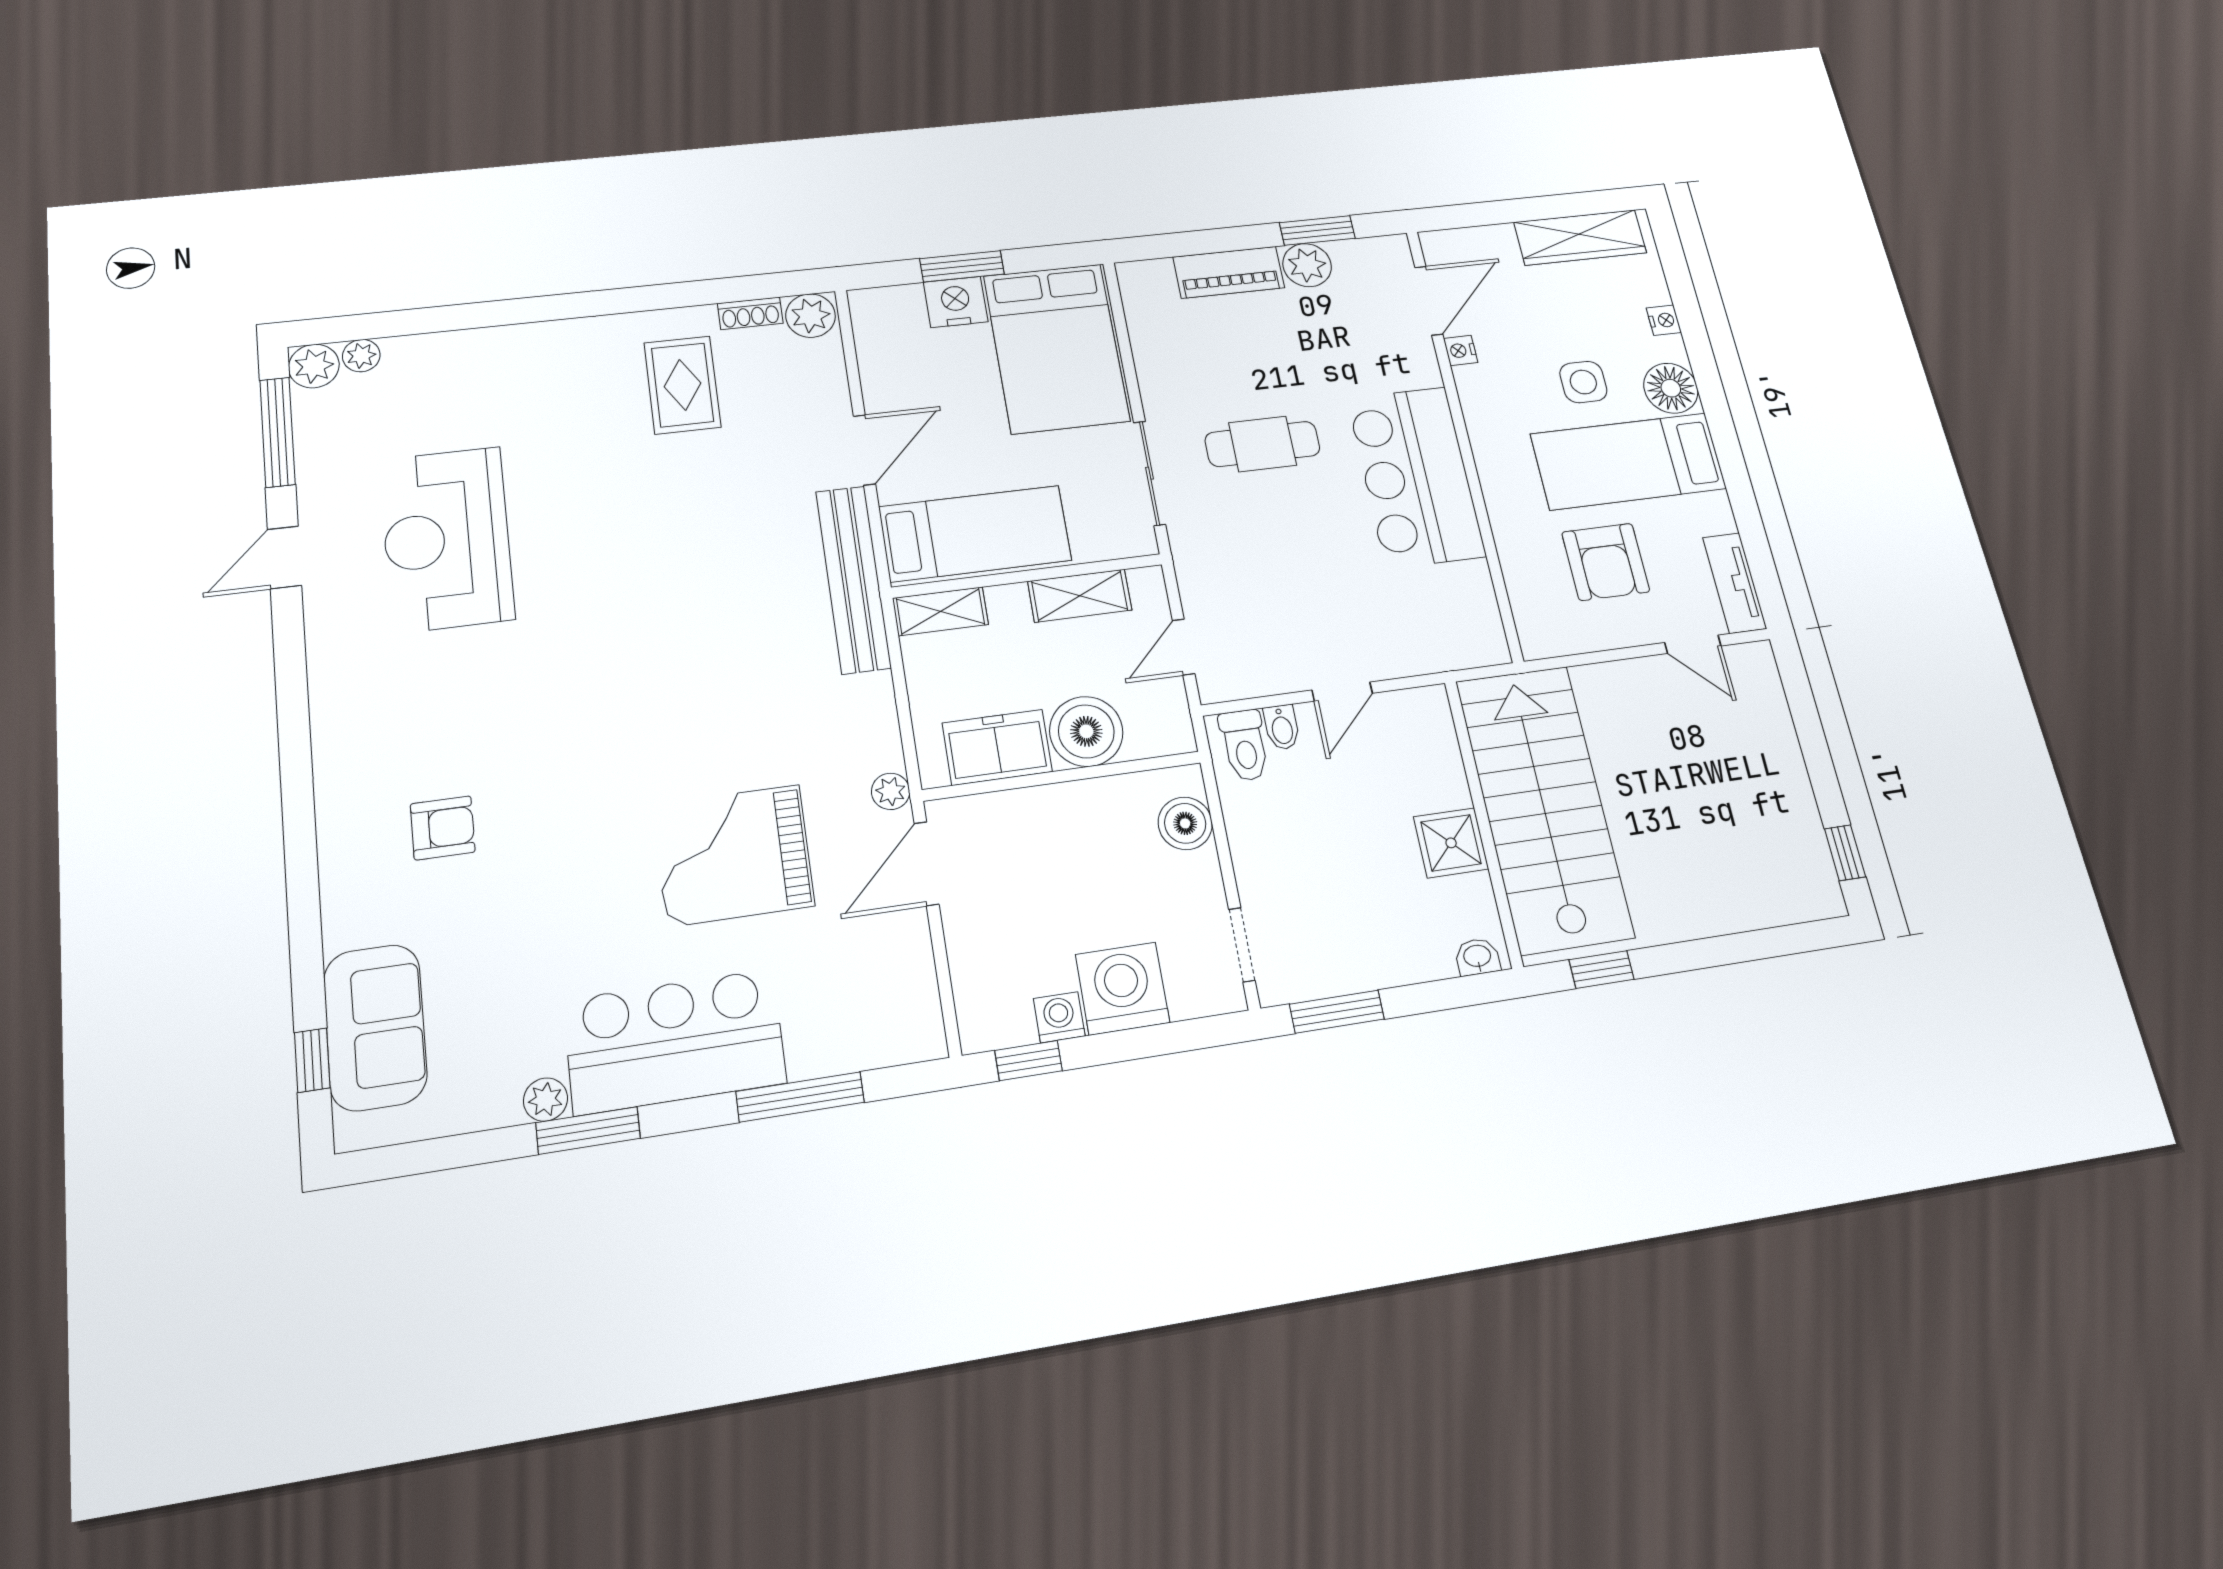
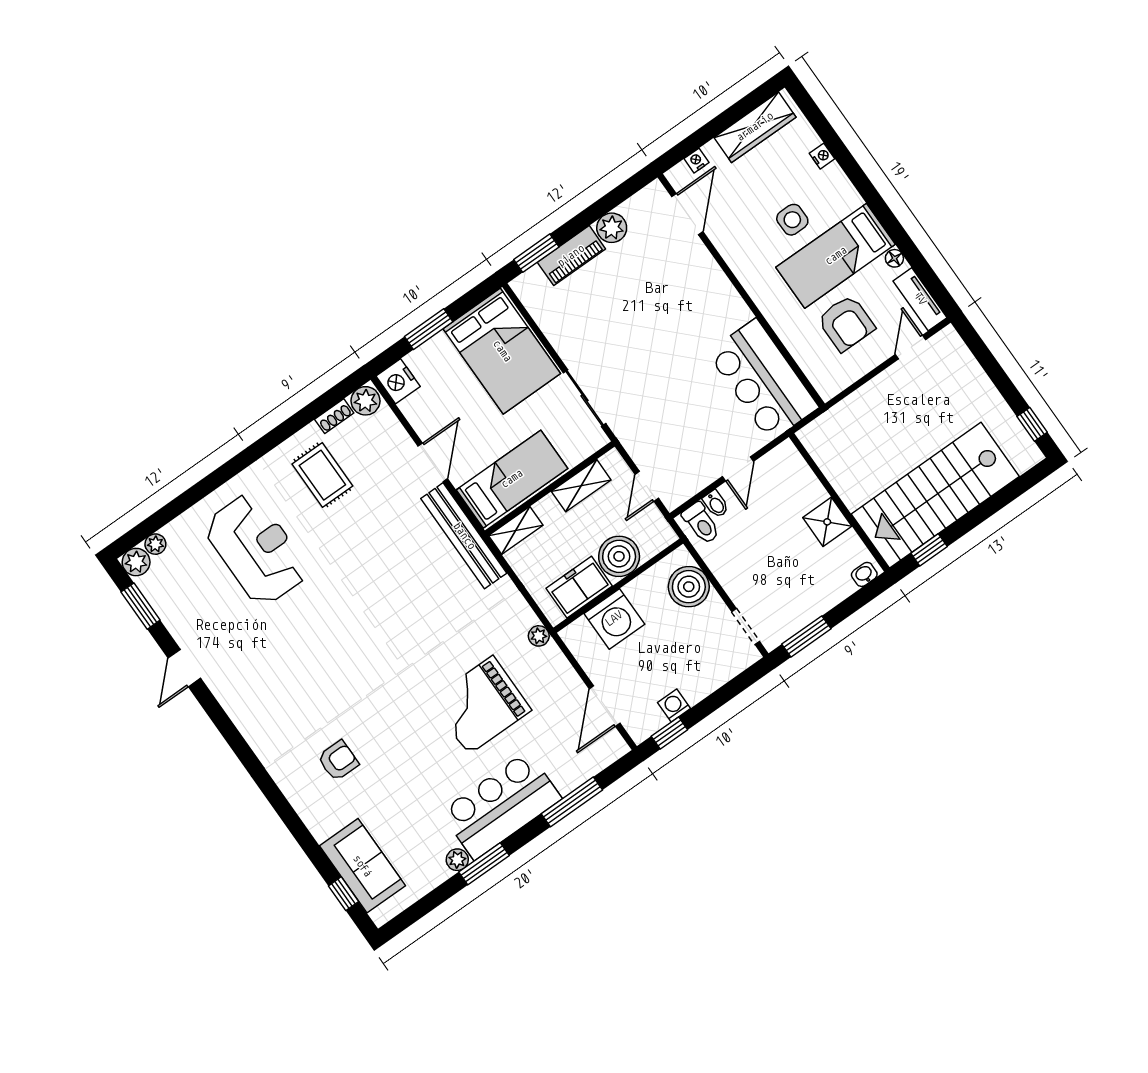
window: (1317, 231) -> (536, 253), moved
nightstand: (956, 302) -> (398, 381), moved, turned -90
nightstand: (1461, 350) -> (697, 161), moved, turned 90
floor lamp: (1671, 388) -> (894, 258), moved, width x0.53, depth x0.53
window: (277, 432) -> (141, 606), width x0.69
cafe table: (1262, 444) -> (636, 350), removed
bar counter: (1416, 477) -> (763, 380), moved
reception desk: (447, 539) -> (256, 549), moved, turned 180
door: (1693, 644) -> (910, 347), swing flipped
stairs: (1544, 808) -> (935, 495), moved, turned -90
boiler: (1185, 823) -> (689, 587), width x1.37, depth x1.37
door: (927, 864) -> (605, 706), moved
washing machine: (1122, 988) -> (614, 619), moved, turned 180

